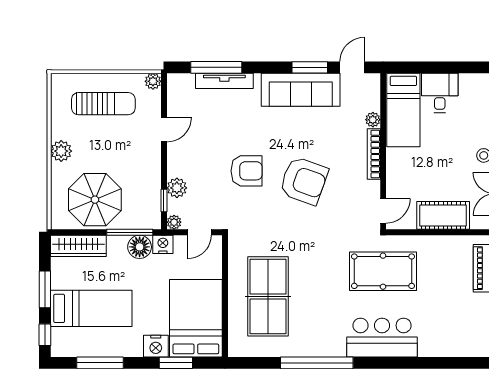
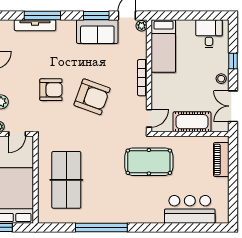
window: (216, 67) -> (42, 16), moved
sofa: (301, 90) -> (97, 32), width x0.73
desk: (440, 93) -> (209, 34), moved
plant: (373, 120) -> (142, 26), moved
bar counter: (382, 338) -> (190, 209), moved

